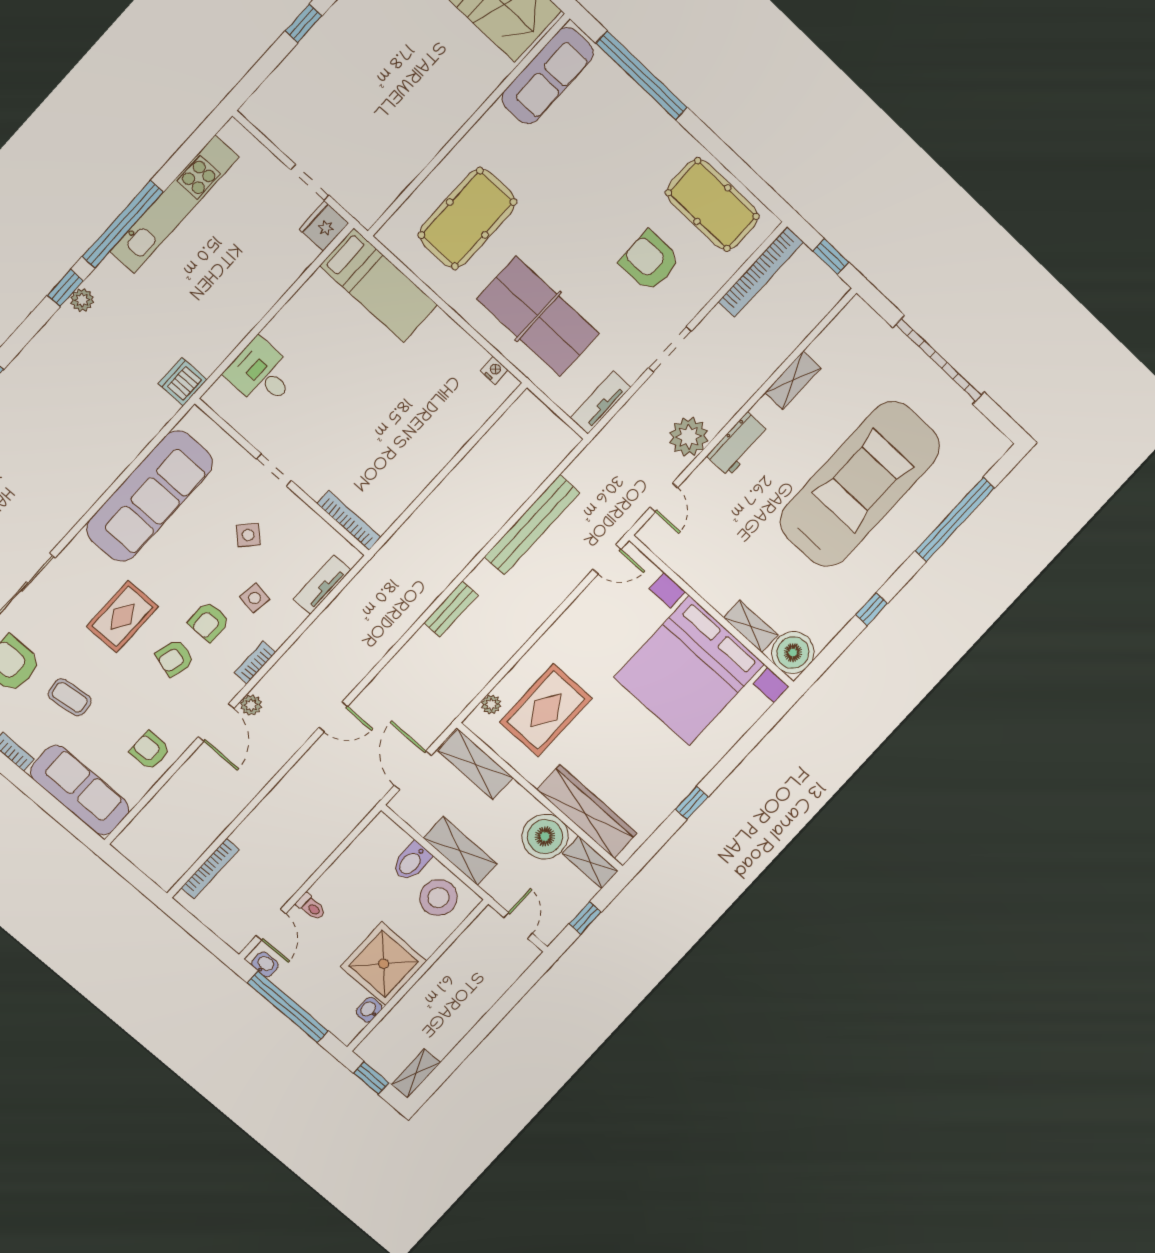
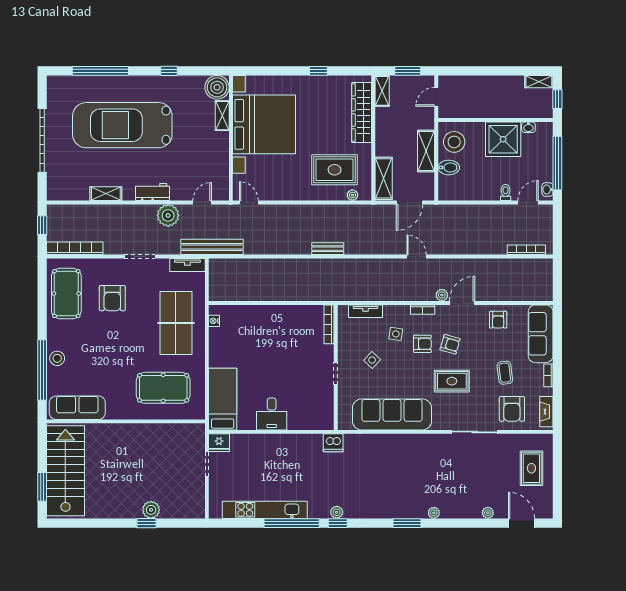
plant: (316, 47) -> (151, 510), added
stool: (638, 111) -> (57, 358), added
desk: (262, 374) -> (272, 414), moved
bench: (532, 525) -> (212, 247), moved
boiler: (545, 836) -> (388, 121), removed
window: (585, 918) -> (408, 71), width x1.50

